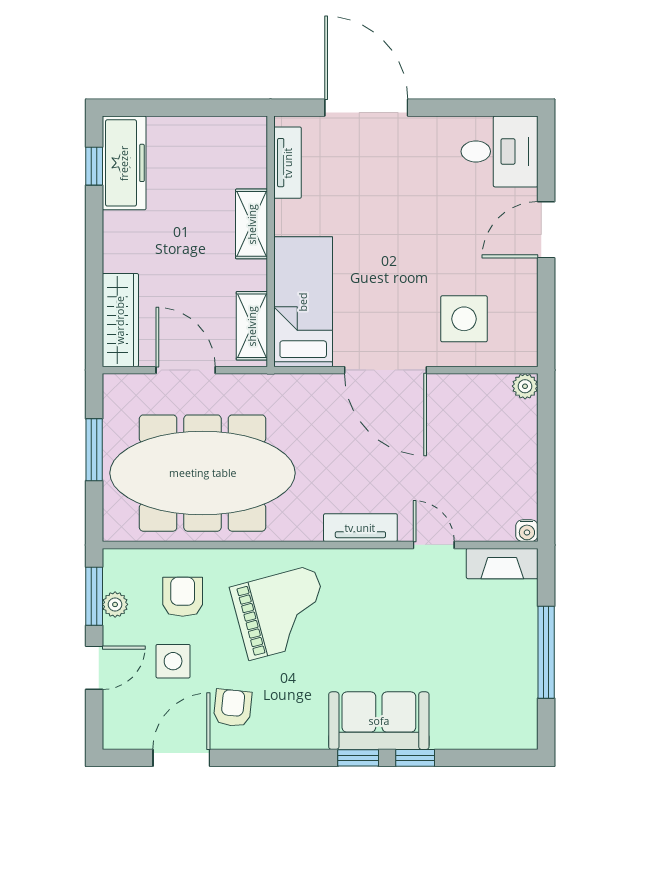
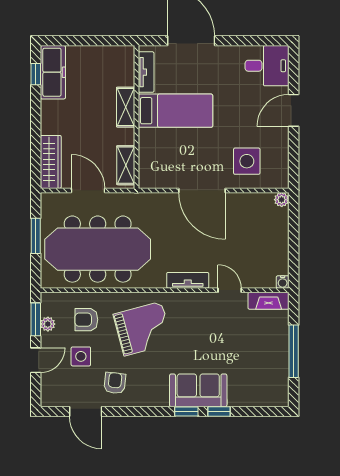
bed: (303, 302) -> (175, 111), moved, turned 90
armchair: (183, 597) -> (86, 320), turned -90
door: (181, 758) -> (86, 412), swing flipped

